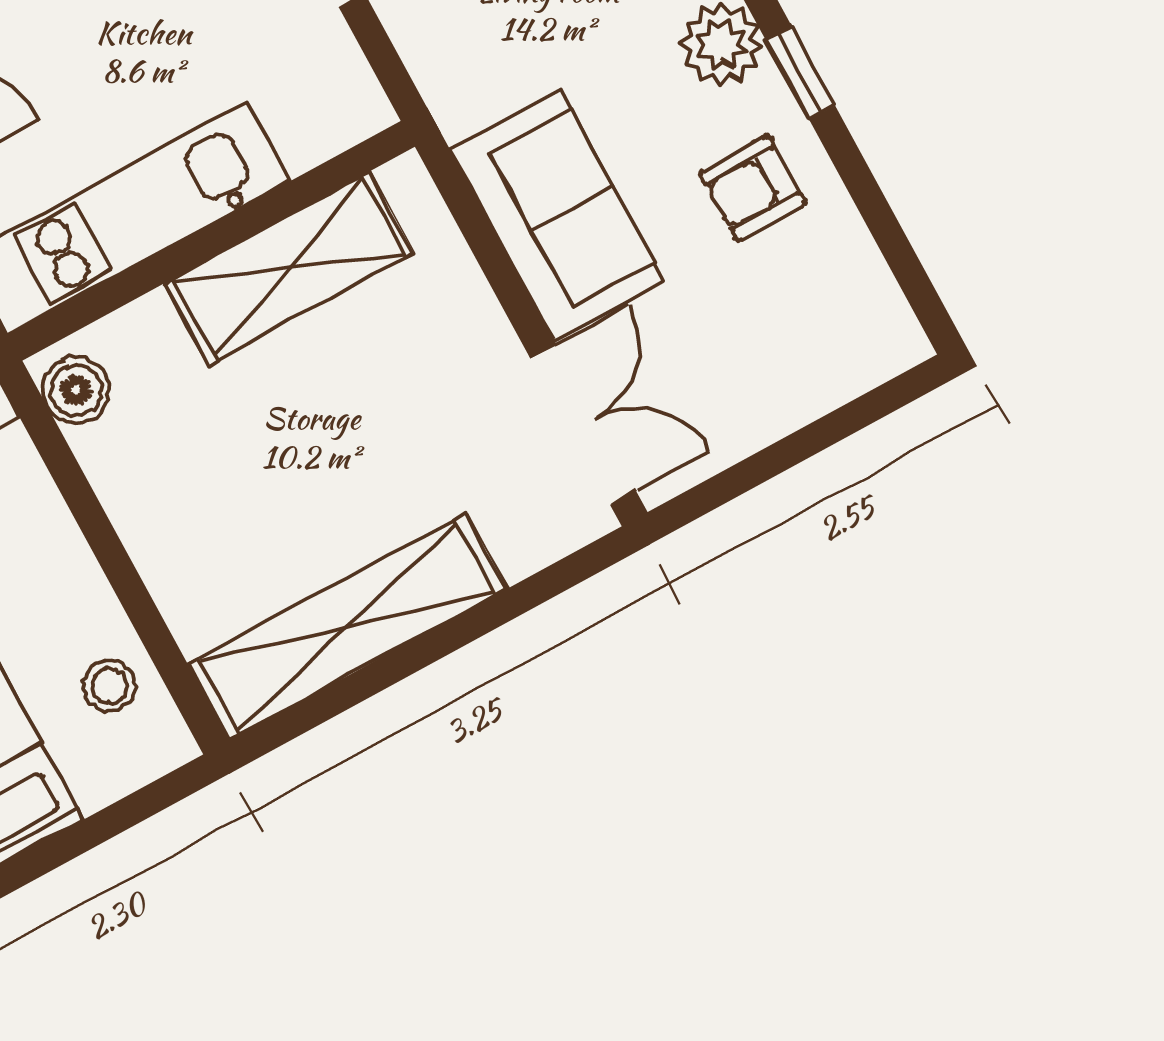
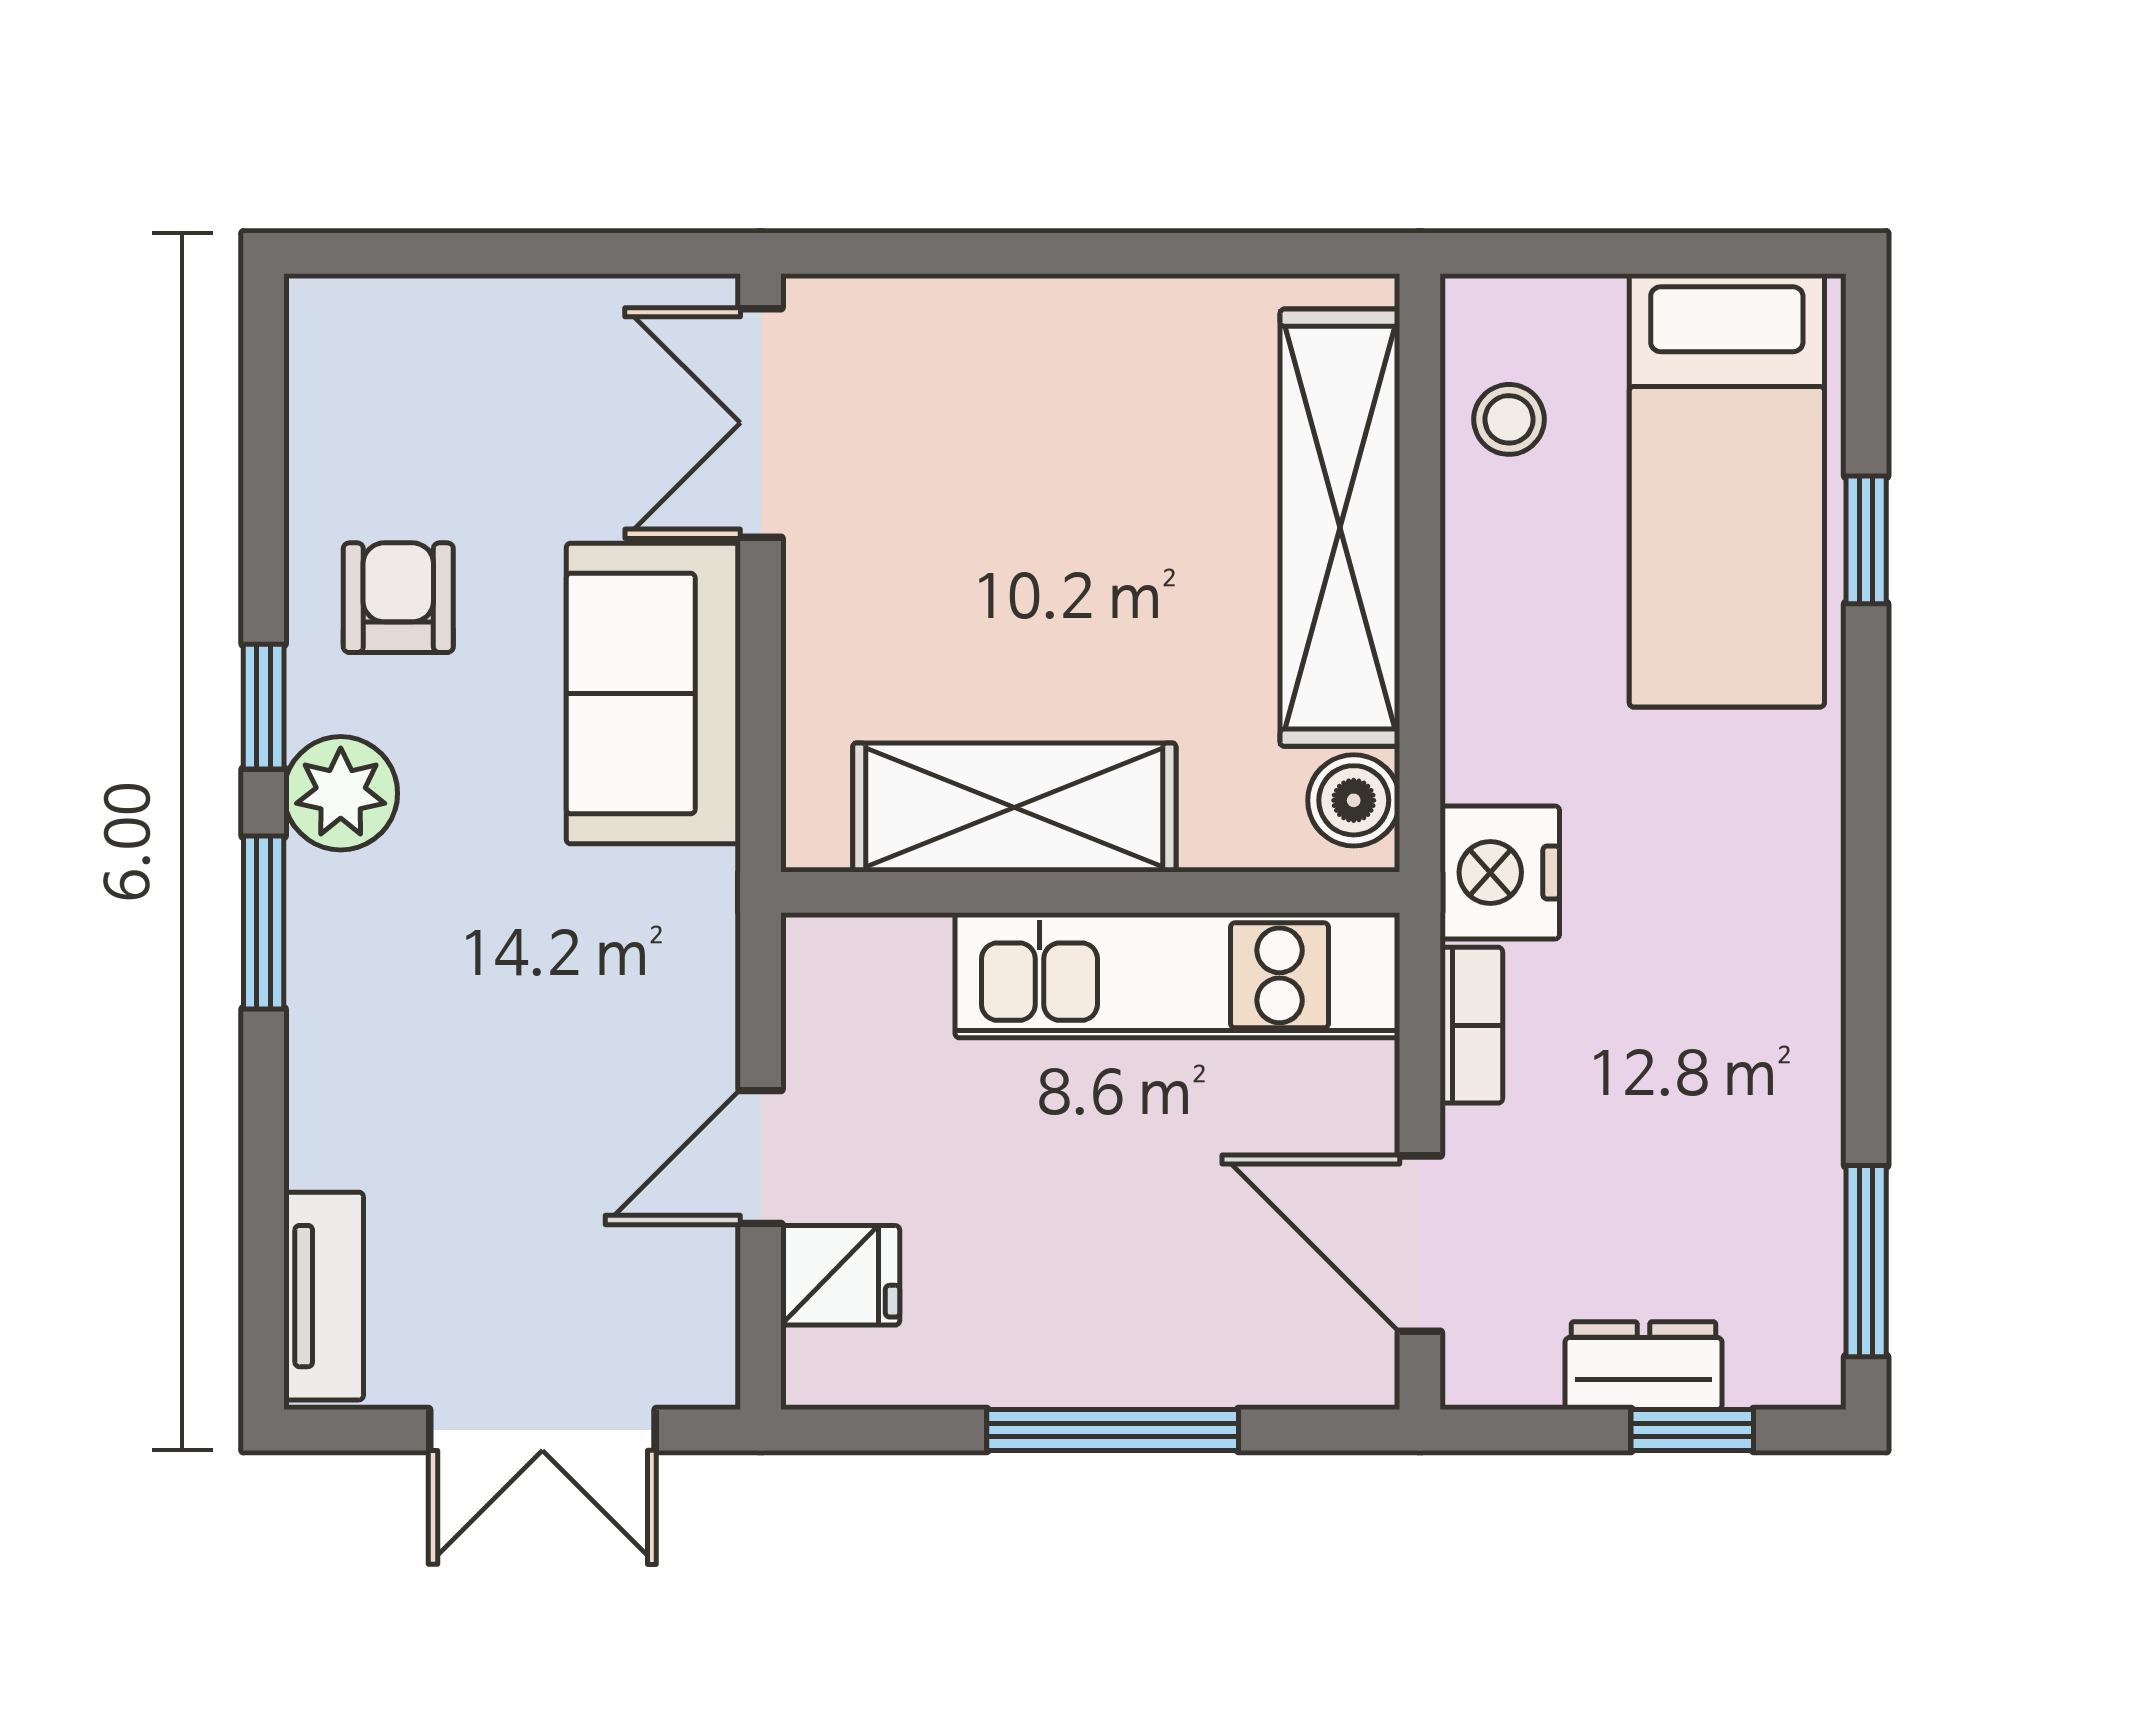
armchair: (753, 188) -> (398, 598), turned -90
shelving: (347, 627) -> (1340, 528), moved, turned 90

